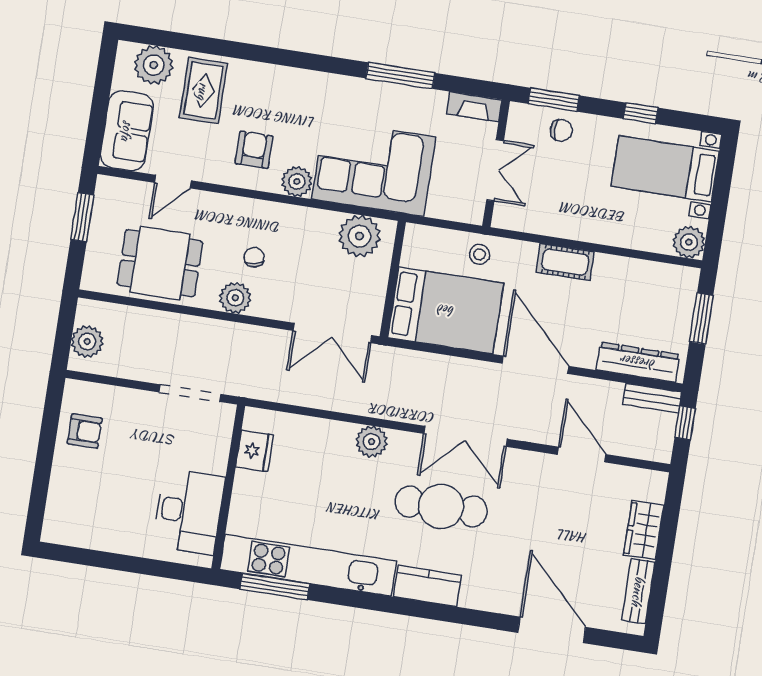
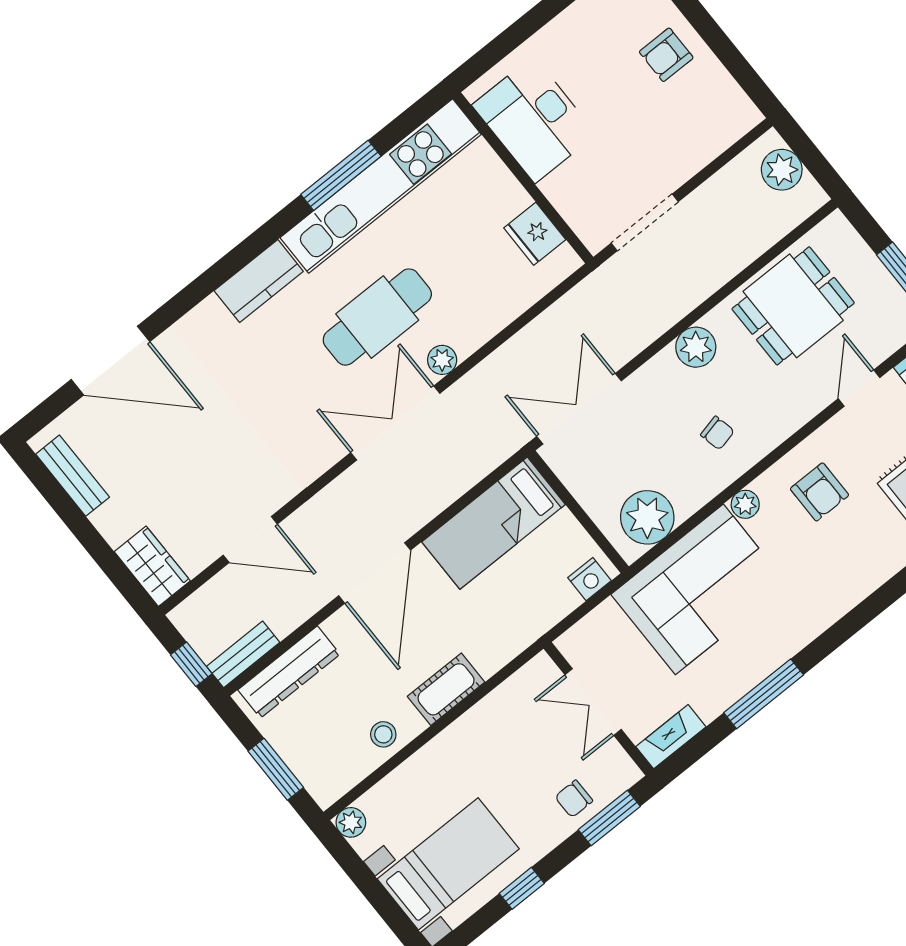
plant: (297, 182) -> (745, 504), width x0.73, depth x0.73
nightstand: (426, 237) -> (589, 579), added
plant: (689, 242) -> (351, 822), width x0.73, depth x0.73
stool: (480, 254) -> (383, 734), moved
chair: (254, 257) -> (717, 433), moved
bed: (446, 310) -> (494, 523), width x0.67
door: (535, 365) -> (375, 573), hinge flipped
armchair: (85, 431) -> (666, 55), moved
double door: (466, 436) -> (395, 423), moved
plant: (372, 442) -> (442, 360), width x0.73, depth x0.73
cafe table: (441, 506) -> (377, 317), moved
wardrobe: (644, 530) -> (152, 566), moved
window: (275, 587) -> (341, 175), moved

